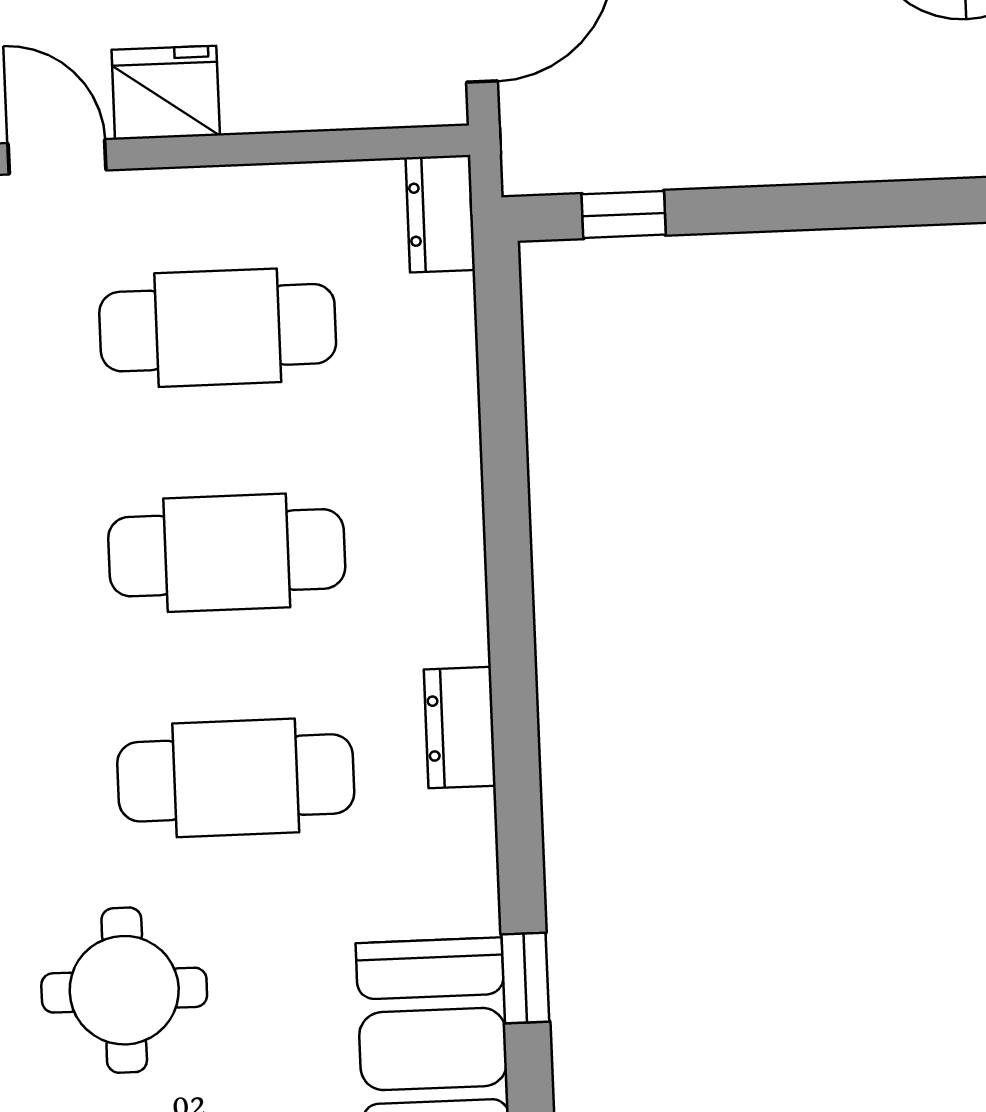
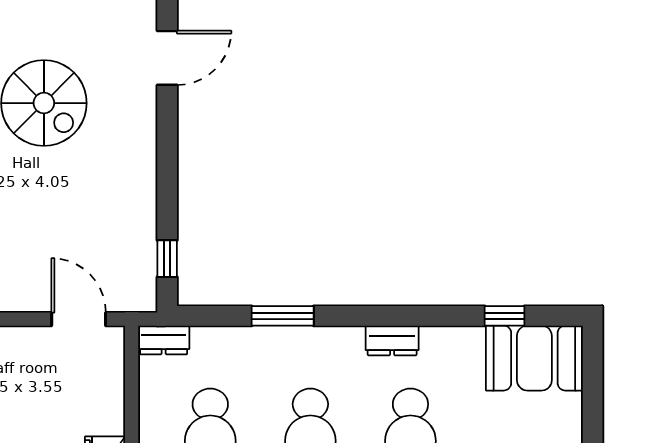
window: (505, 479) -> (283, 316), added

